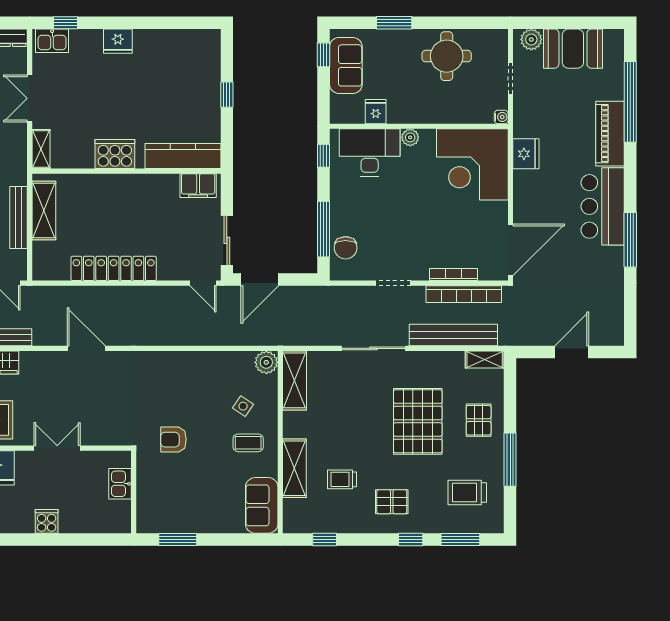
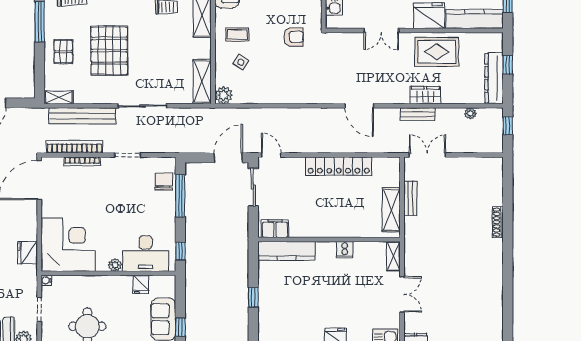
cooker: (115, 154) -> (345, 250), width x0.53, depth x0.76
bench: (18, 217) -> (410, 198), width x0.73

